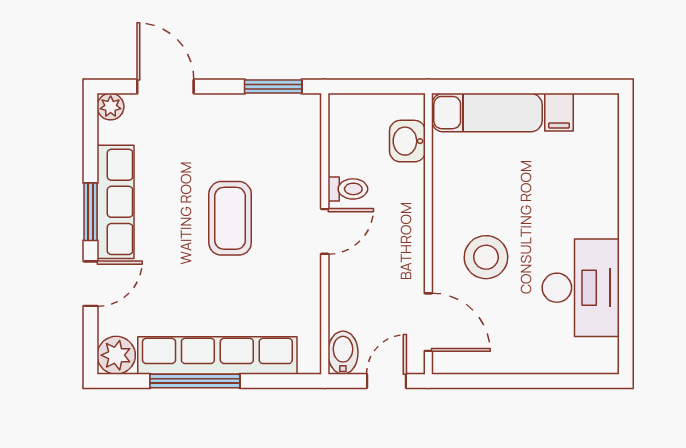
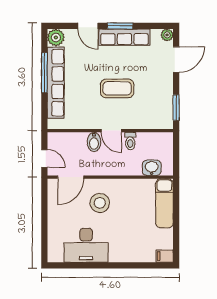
filing cabinet: (559, 112) -> (165, 256), moved
bidet: (343, 353) -> (94, 142), moved, turned 90

